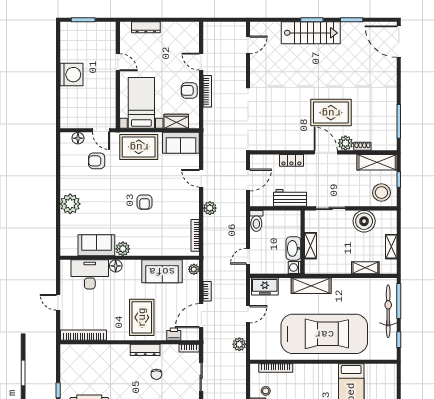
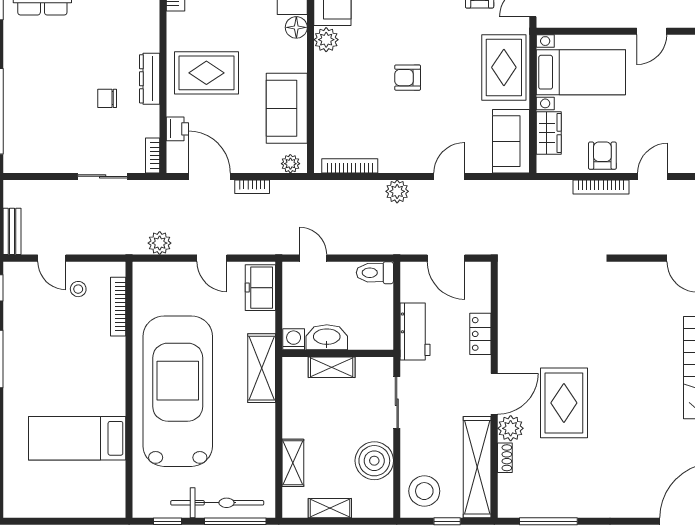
shelving: (377, 162) -> (477, 467), width x1.47
car: (324, 334) -> (178, 391), turned 180

